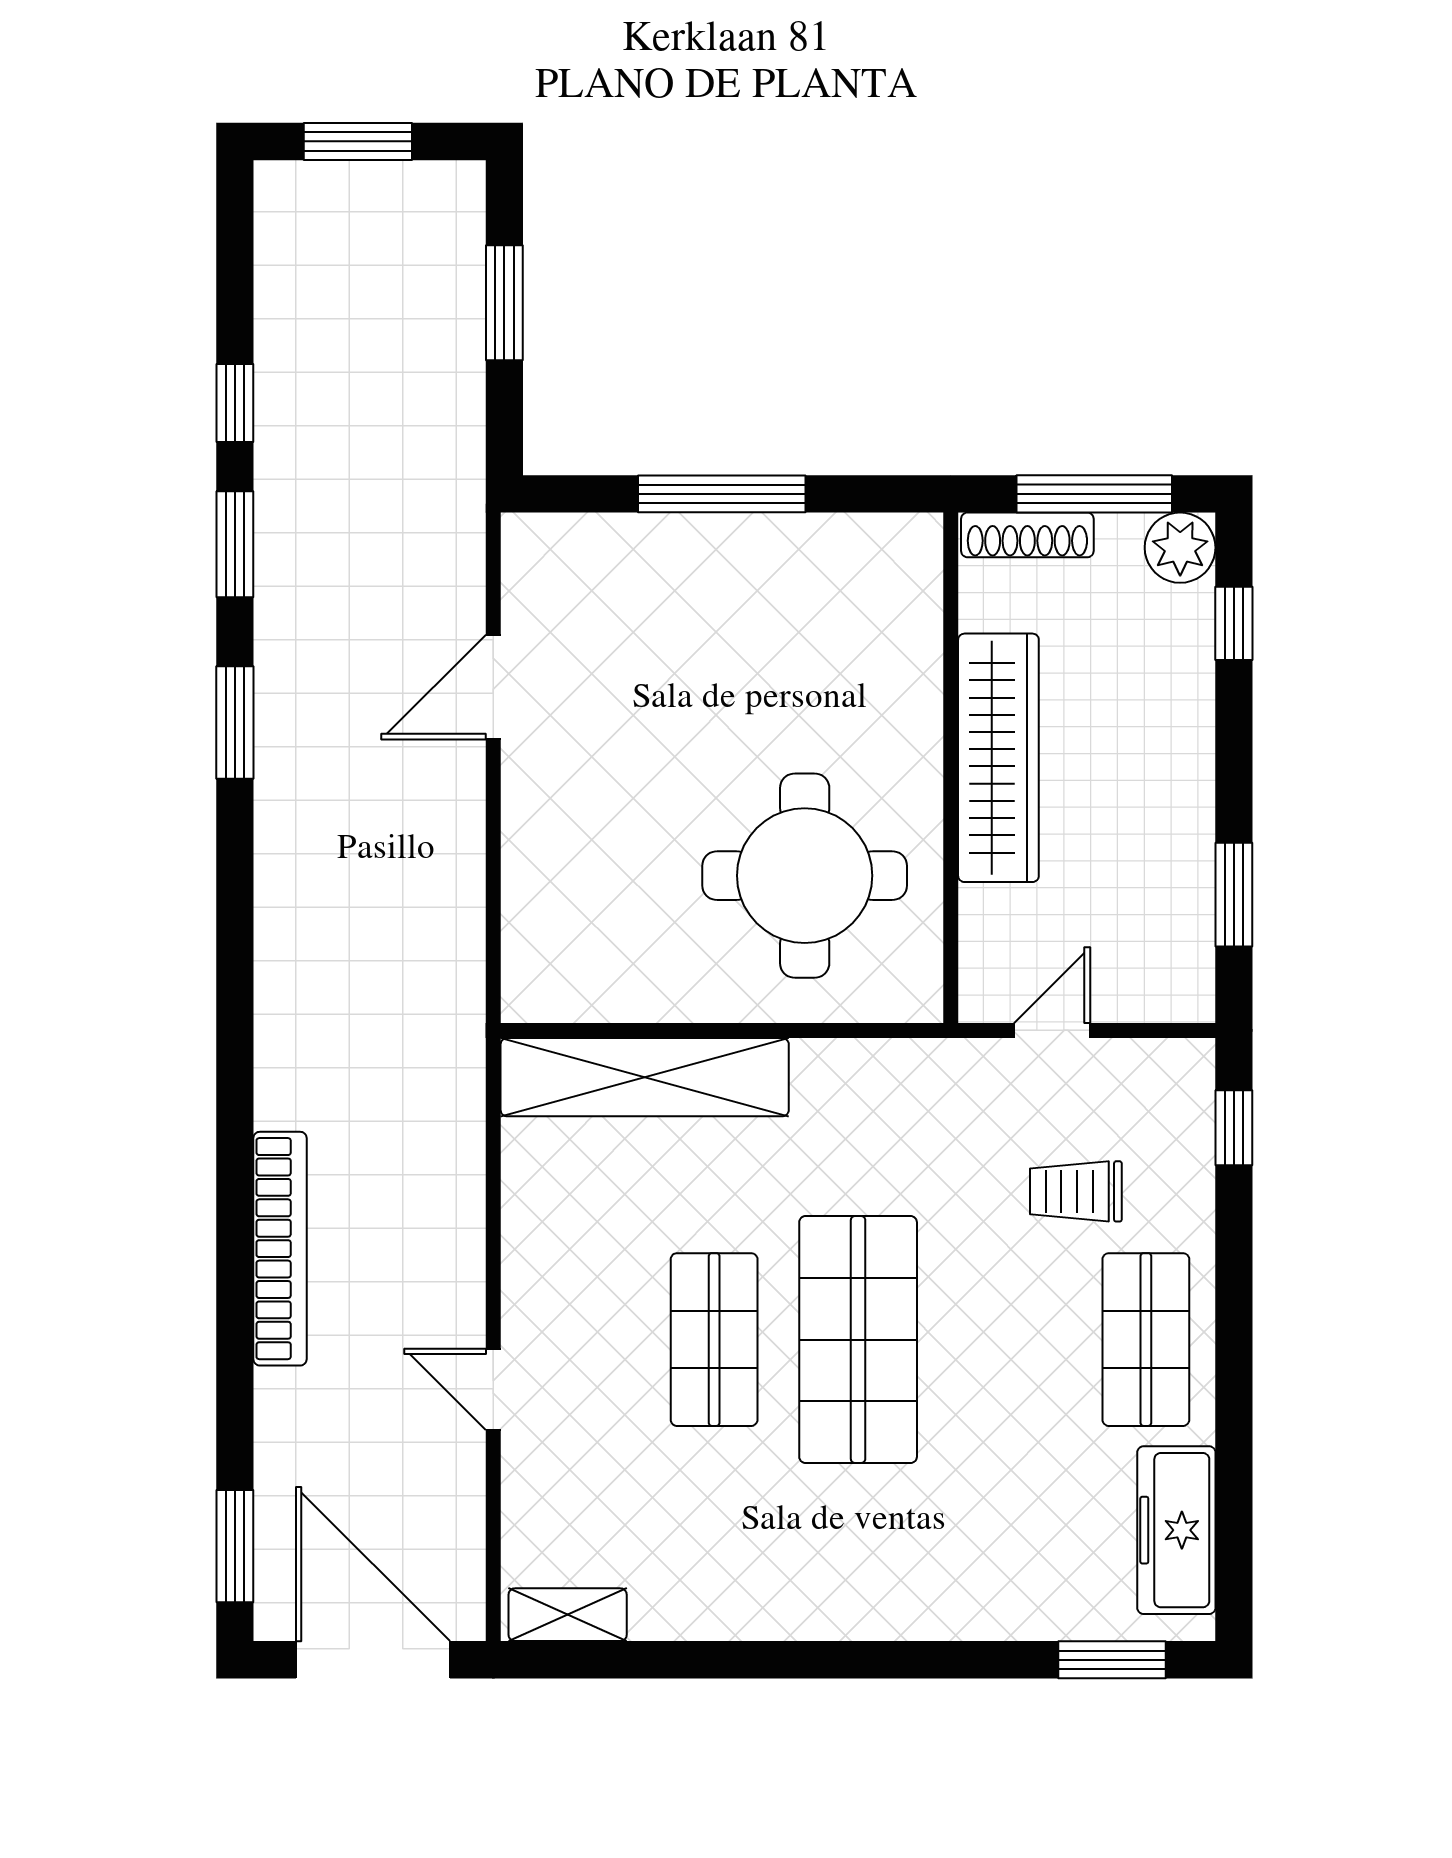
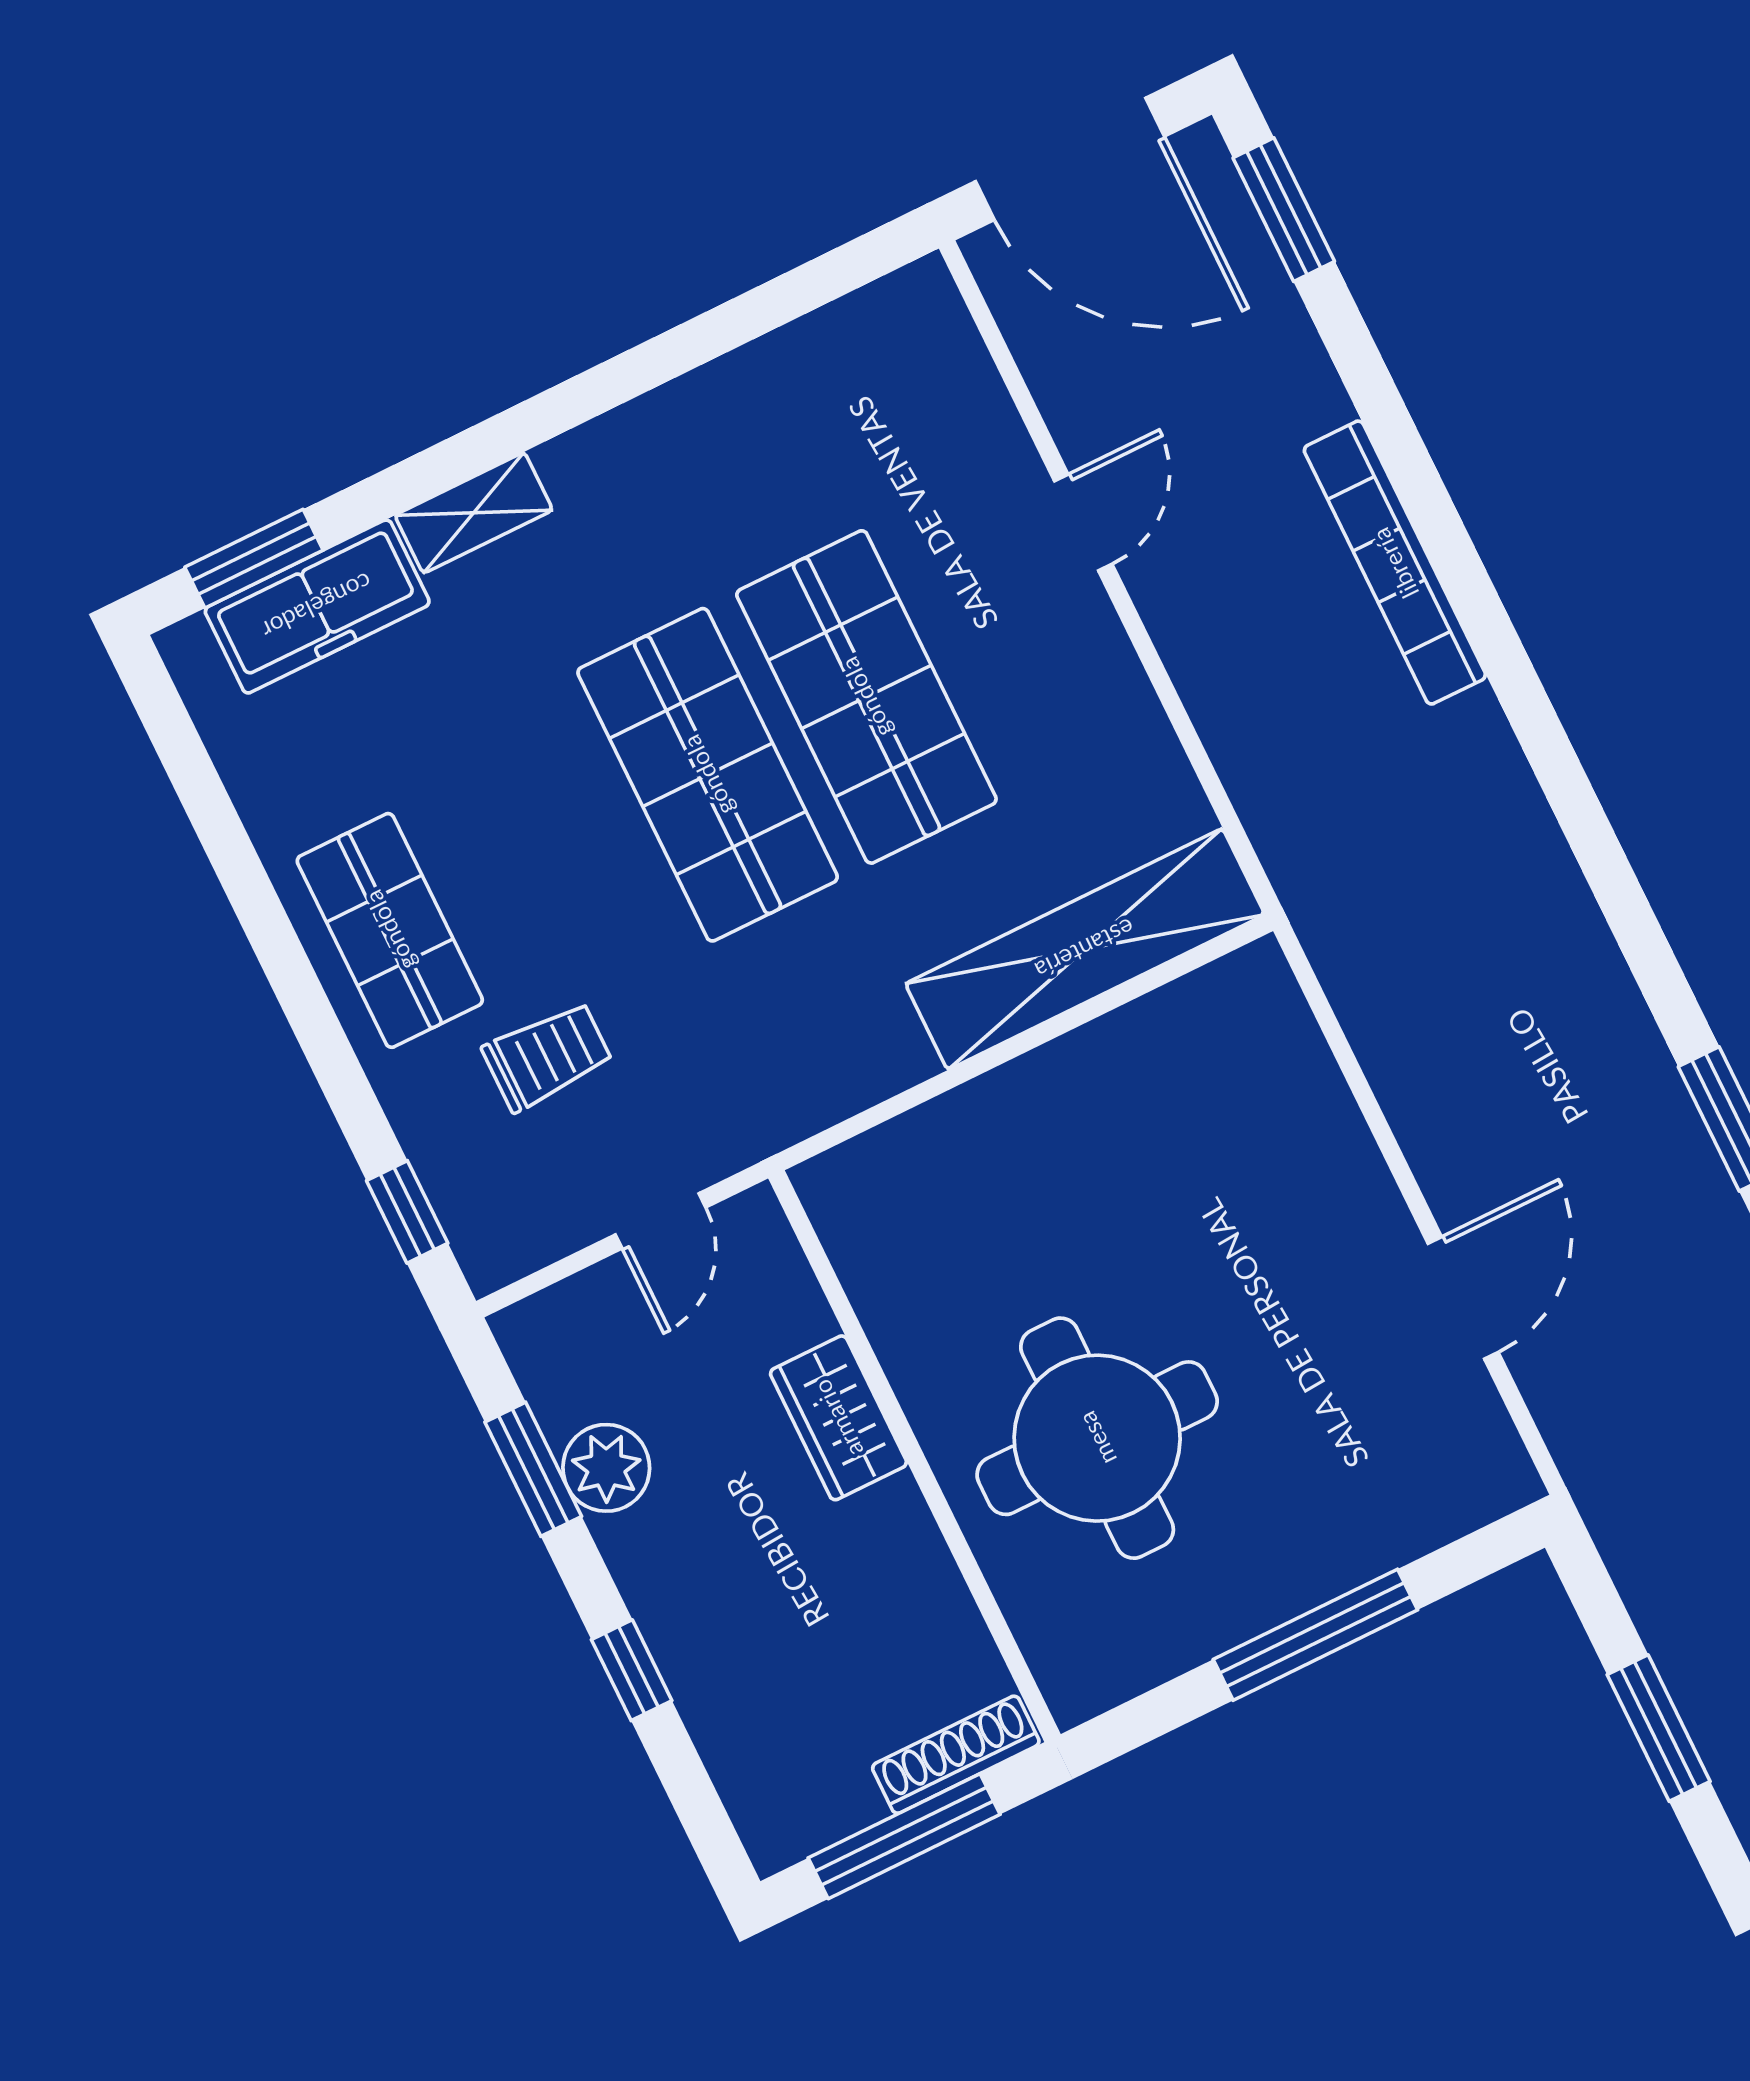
plant: (1180, 548) -> (606, 1468), moved
window: (1234, 623) -> (632, 1670), moved
wardrobe: (998, 758) -> (838, 1418), width x0.48, depth x0.85
round table: (805, 876) -> (1097, 1438), moved
shop shelf: (714, 1340) -> (866, 697), width x1.43, depth x1.36
door: (493, 1389) -> (1083, 523), hinge flipped
freezer: (1176, 1530) -> (317, 606), moved, turned 90
shelving: (568, 1615) -> (474, 513), moved

